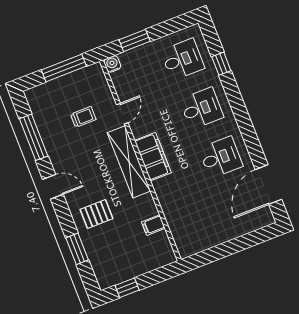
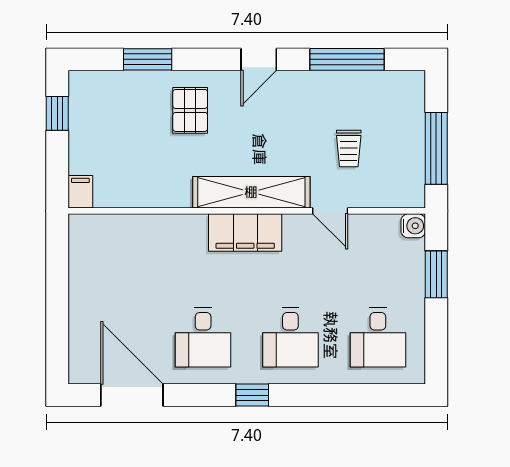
window: (221, 64) -> (252, 395), moved
filing cabinet: (153, 225) -> (80, 192), moved

